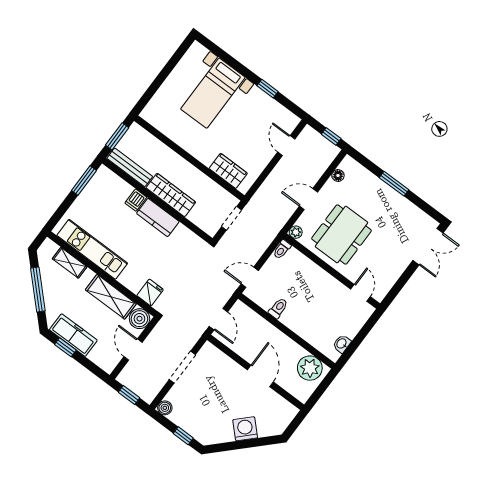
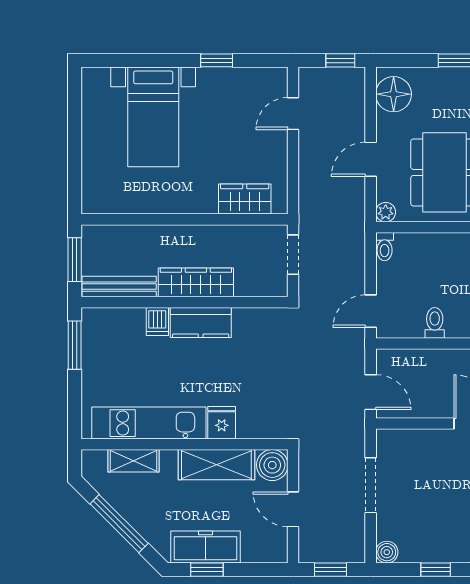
door: (286, 146) -> (293, 114), hinge flipped
floor lamp: (338, 175) -> (394, 94), width x1.89, depth x1.89
fridge: (150, 292) -> (222, 423), moved

